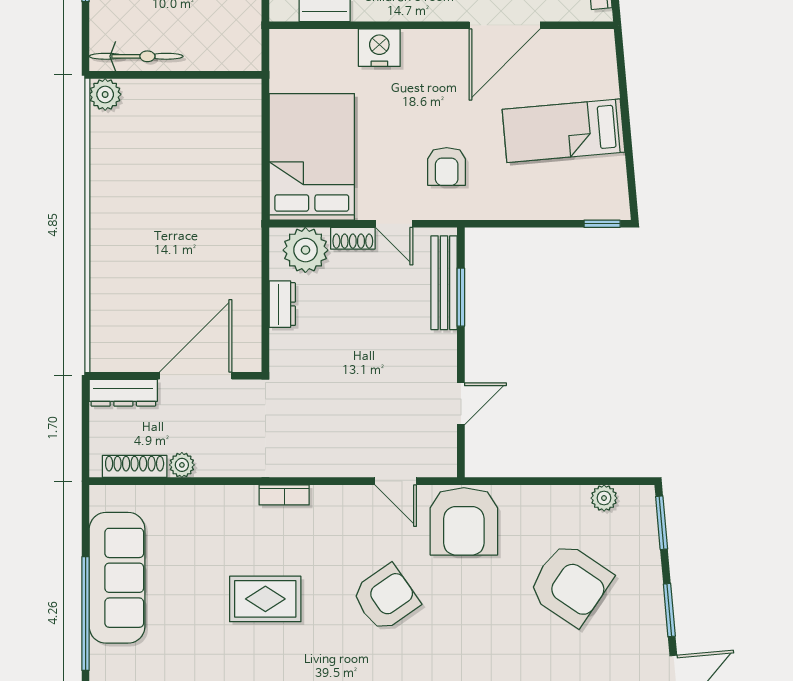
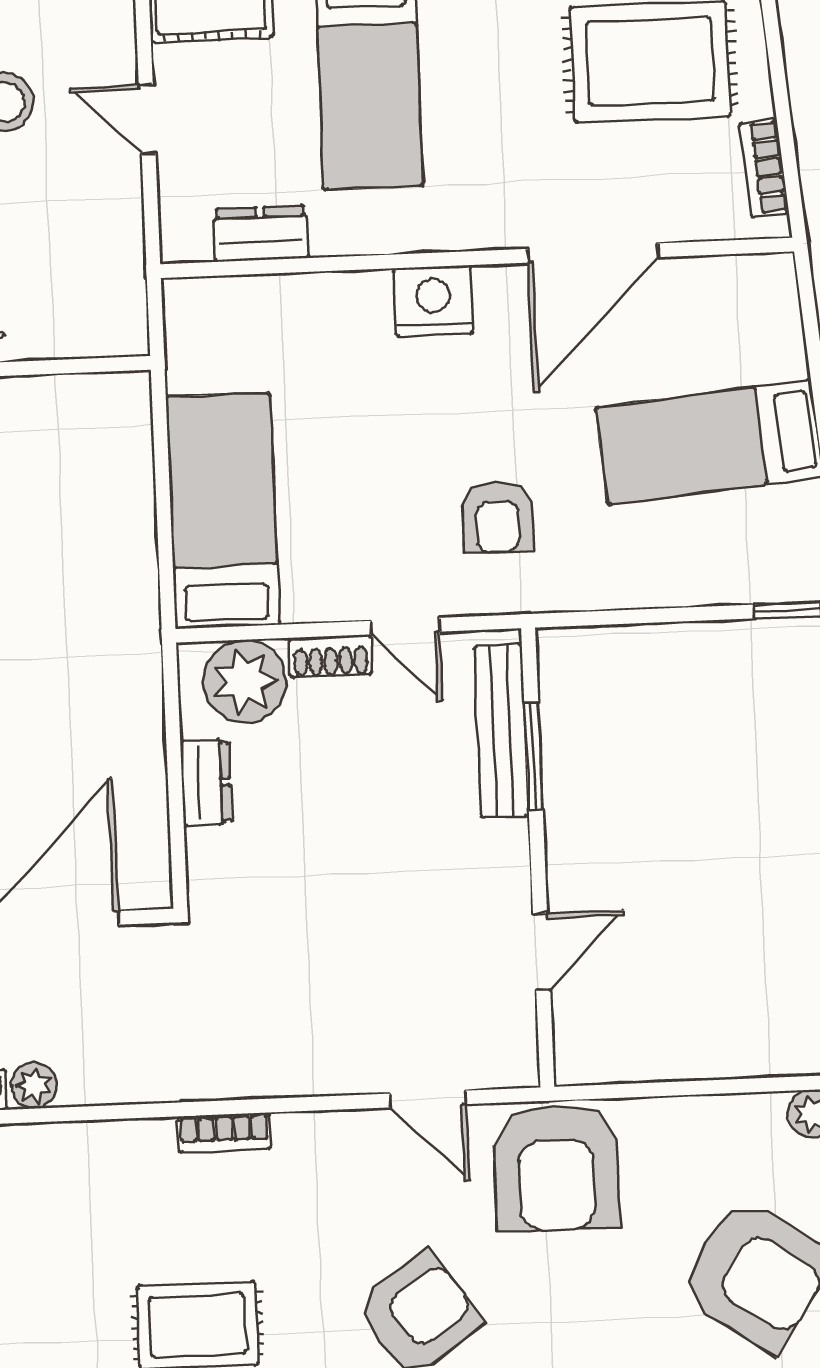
nightstand: (379, 48) -> (433, 301), moved
bed: (312, 157) -> (223, 511), width x0.67

